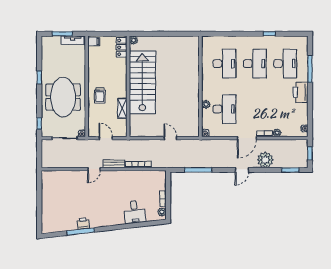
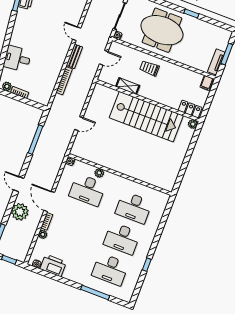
printer: (300, 92) -> (53, 265), moved

